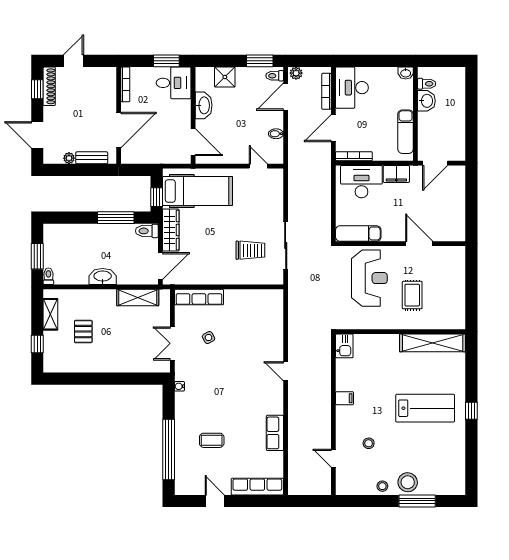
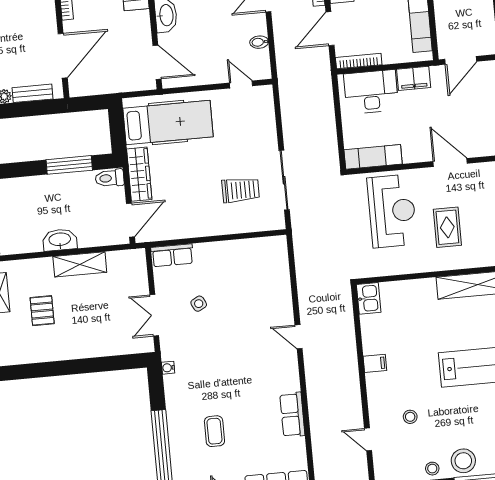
window: (157, 197) -> (118, 135), removed
shelving: (138, 297) -> (80, 264), moved
row of seats: (199, 297) -> (172, 255), width x0.68
coffee table: (212, 440) -> (214, 431), turned 90

